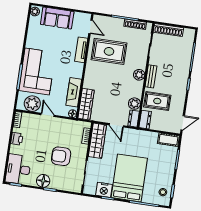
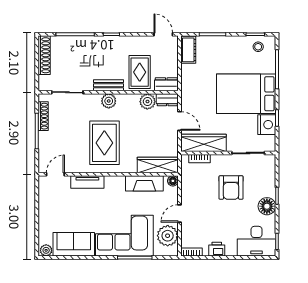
sofa: (57, 18) -> (74, 244), moved, turned -90
shoe rack: (168, 30) -> (44, 55), moved
rug: (109, 51) -> (104, 143), moved
door: (116, 125) -> (179, 121), hinge flipped

